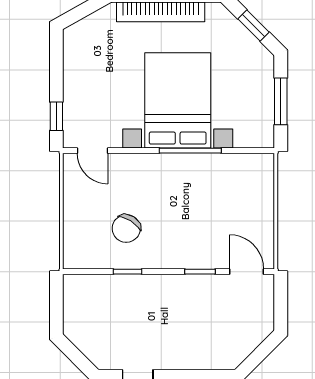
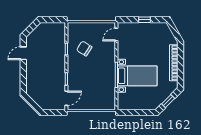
bed with nightstands: (178, 100) -> (137, 76), width x0.73
window: (281, 101) -> (137, 112), removed
window: (56, 116) -> (145, 20), moved

